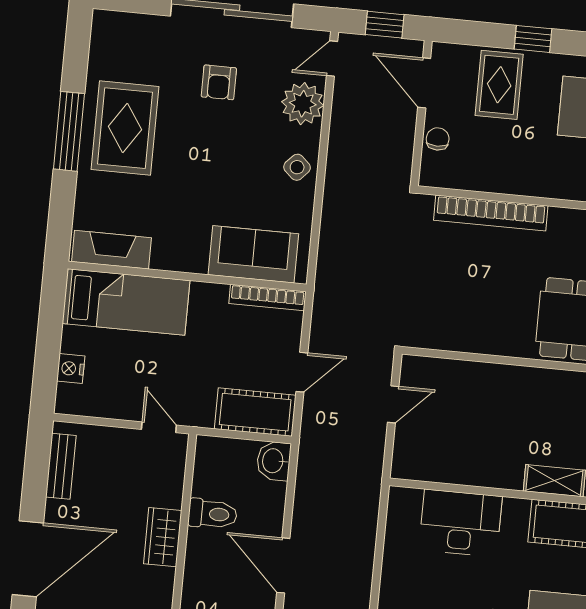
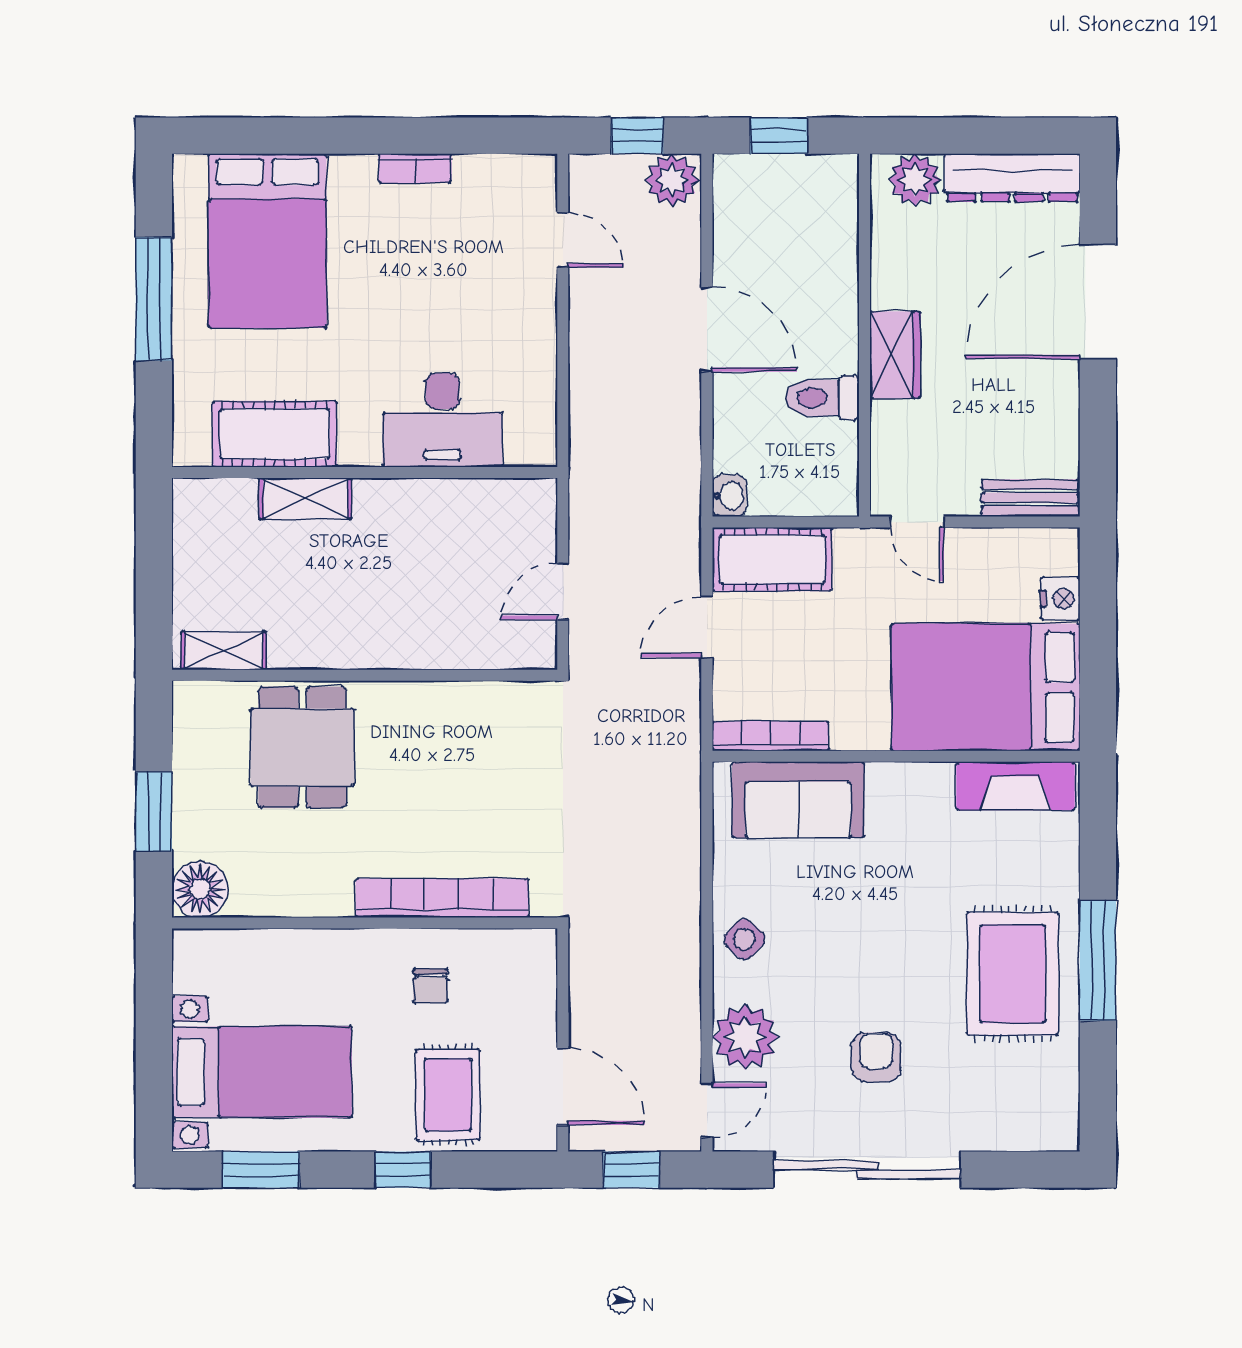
chair: (438, 139) -> (430, 986), moved
bed: (126, 302) -> (986, 687), width x1.50
washbasin: (274, 461) -> (729, 496), width x0.72, depth x0.69
bench: (61, 466) -> (1030, 498), moved, turned 90

